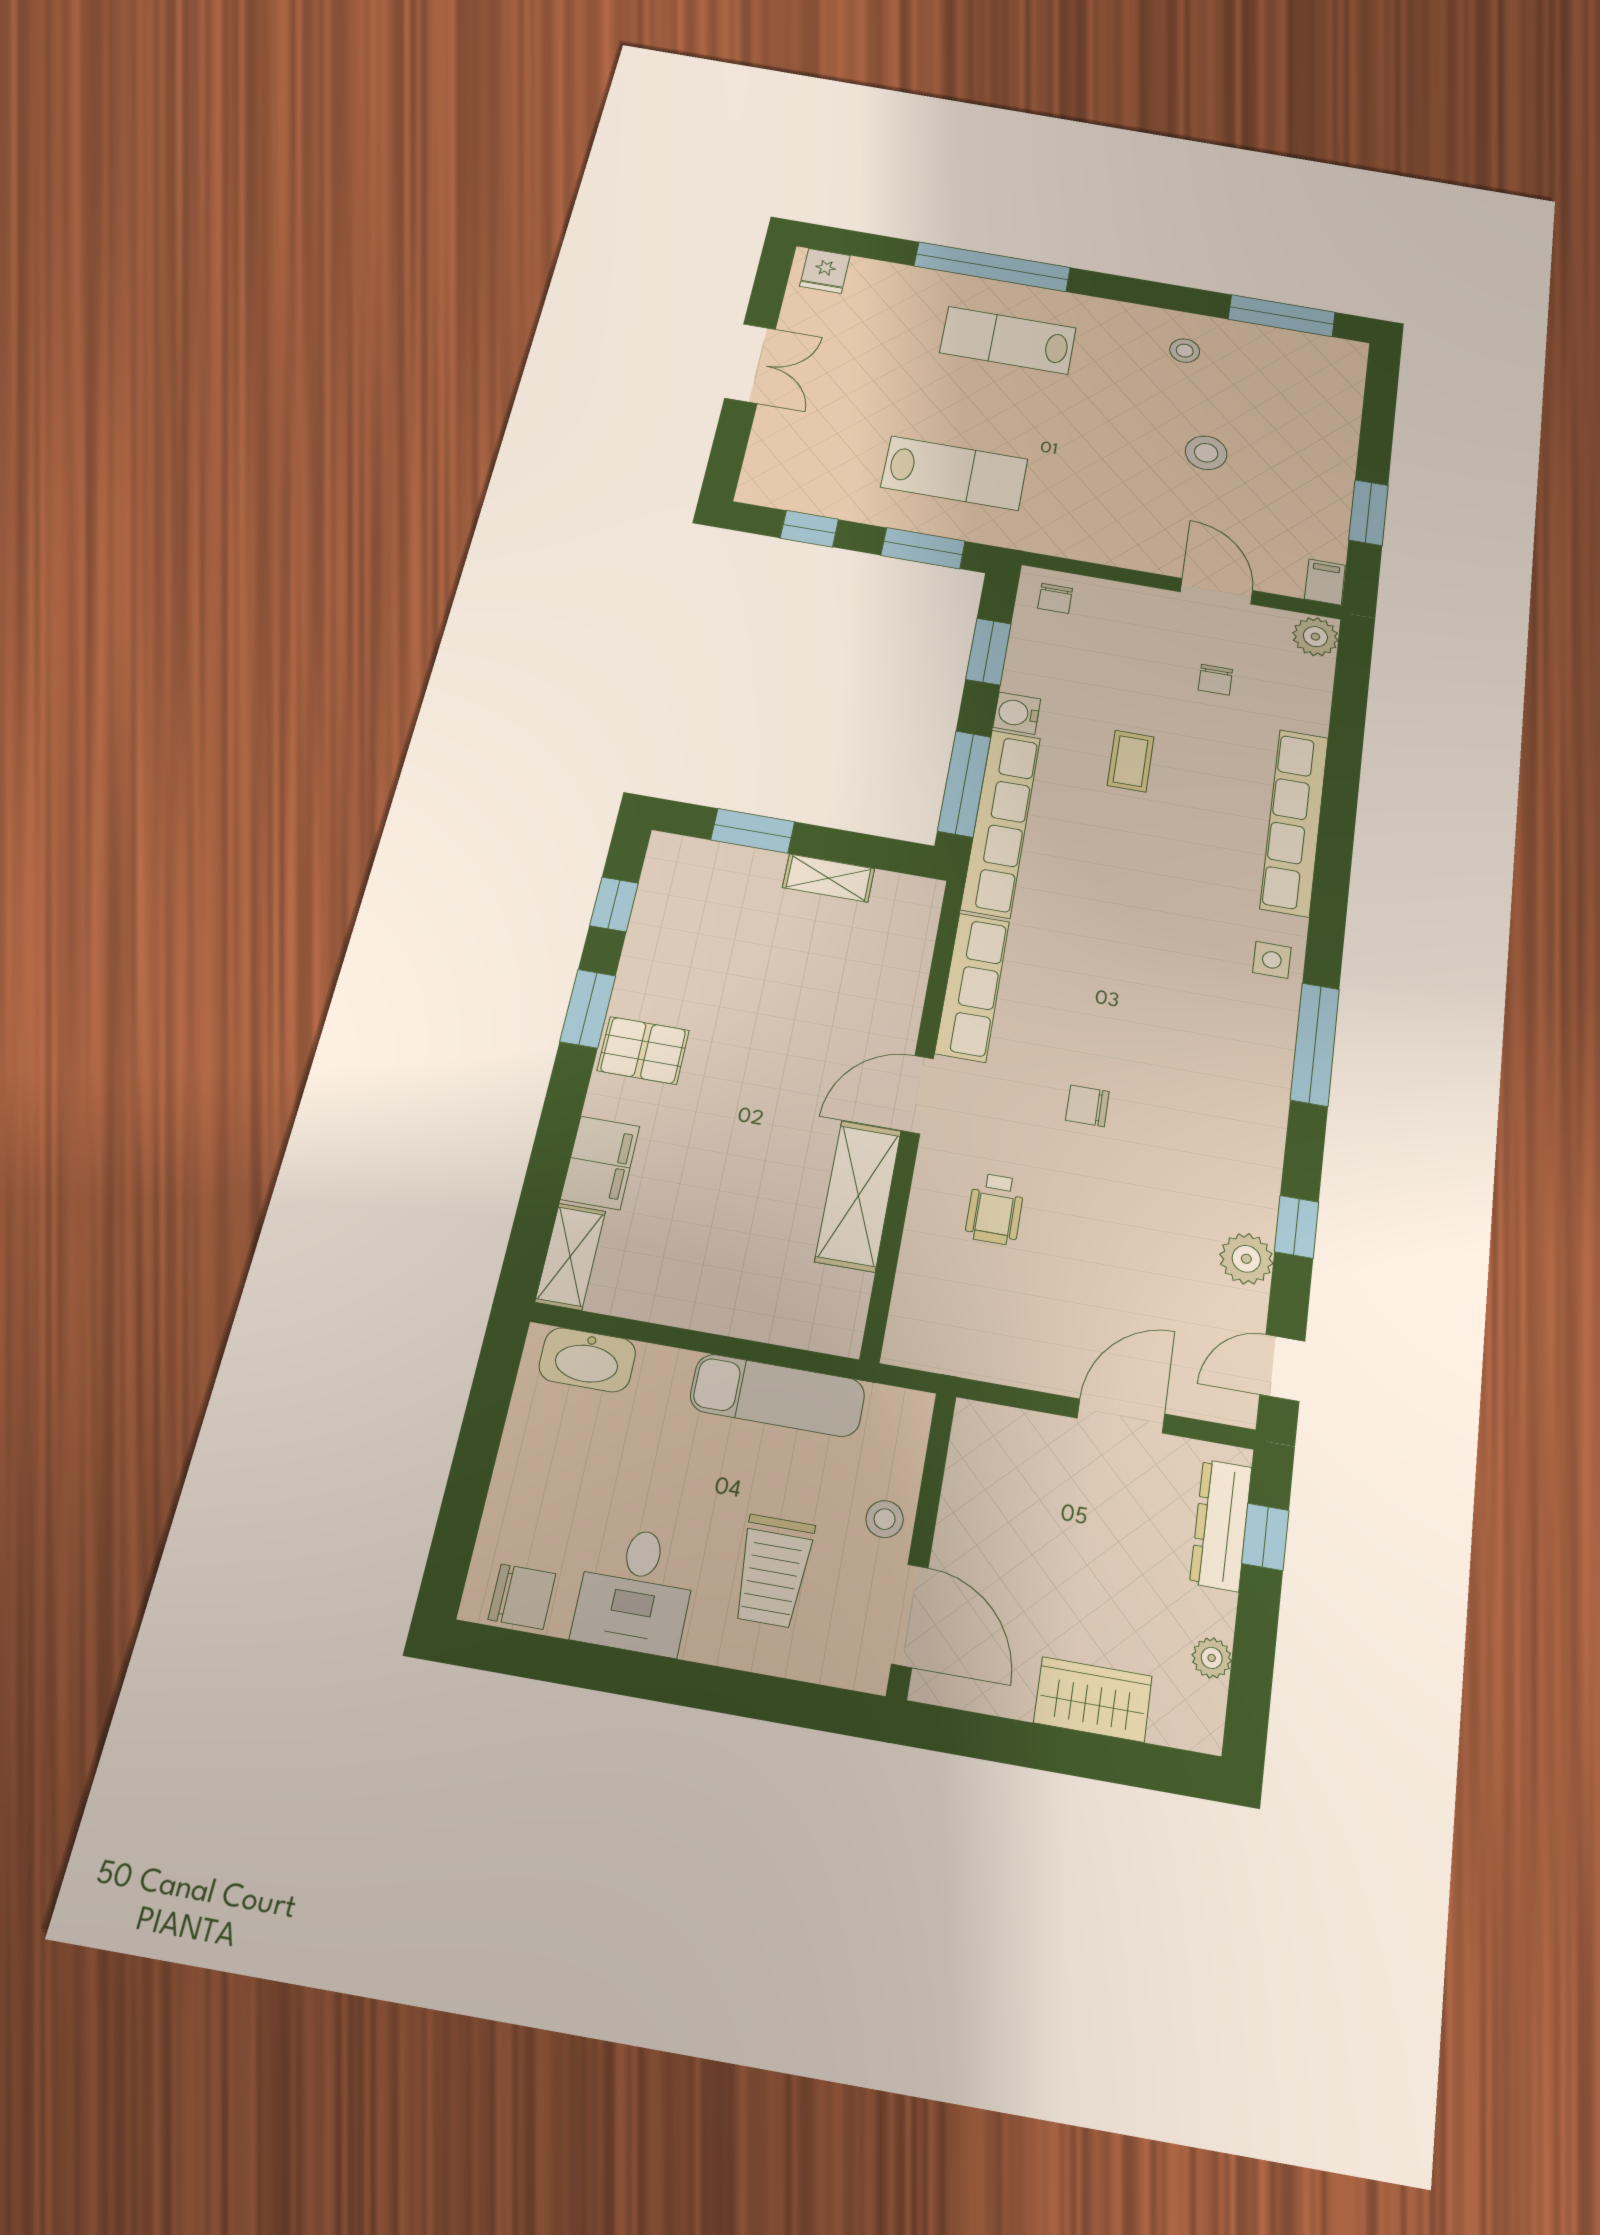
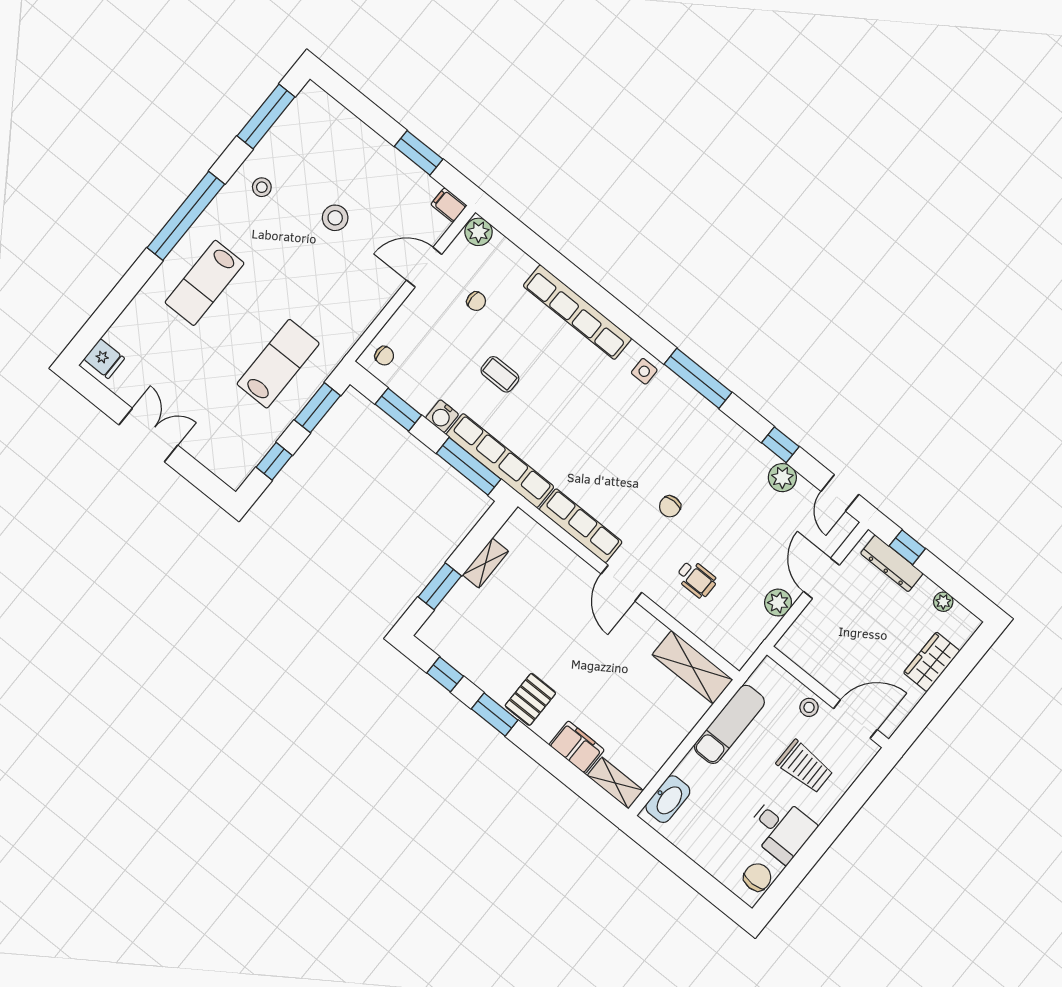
window: (992, 267) -> (186, 216), moved
shelving: (858, 1196) -> (692, 667), moved
plant: (1036, 1365) -> (778, 603), added

